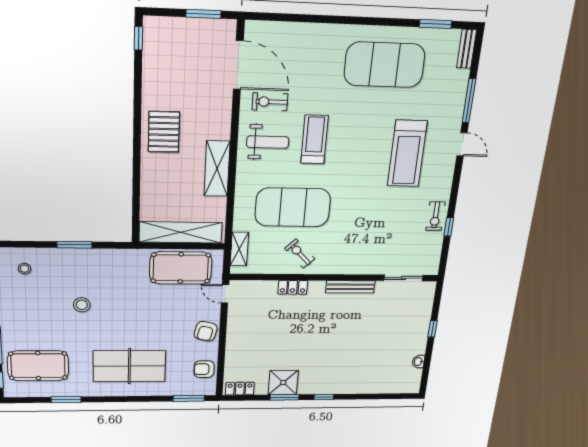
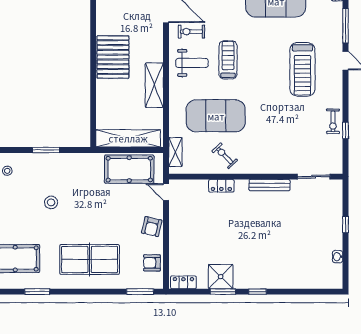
pallet: (164, 132) -> (113, 57), width x1.37, depth x1.41

